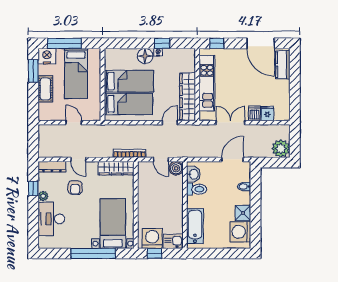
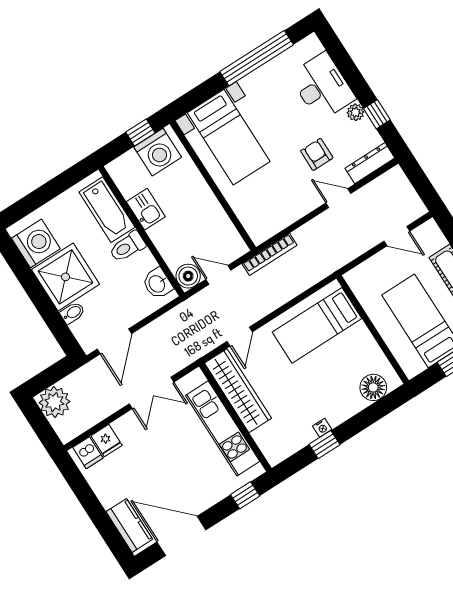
floor lamp: (145, 56) -> (373, 387), moved
bed: (129, 81) -> (338, 359), removed
dishwasher: (254, 113) -> (88, 453), moved
door: (74, 123) -> (397, 236), moved
wardrobe: (116, 168) -> (275, 221), removed
toilet: (197, 189) -> (127, 247), moved
shower: (243, 213) -> (66, 277), width x1.86, depth x1.86
kitchen sink: (173, 241) -> (146, 209), moved, turned -90
window: (93, 253) -> (257, 58), moved

